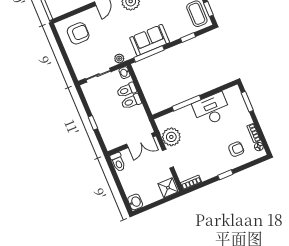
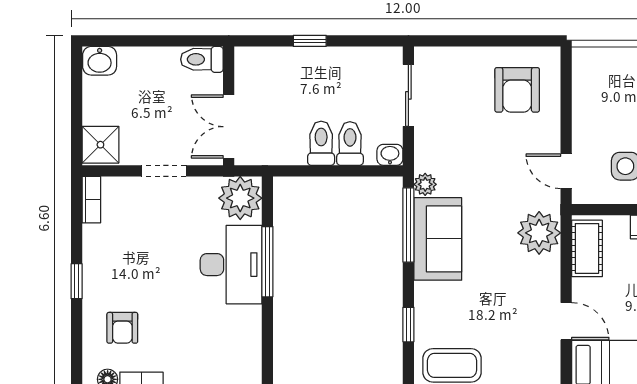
plant: (119, 59) -> (425, 184), moved
desk: (212, 109) -> (231, 265), moved
plant: (171, 137) -> (240, 198), moved

